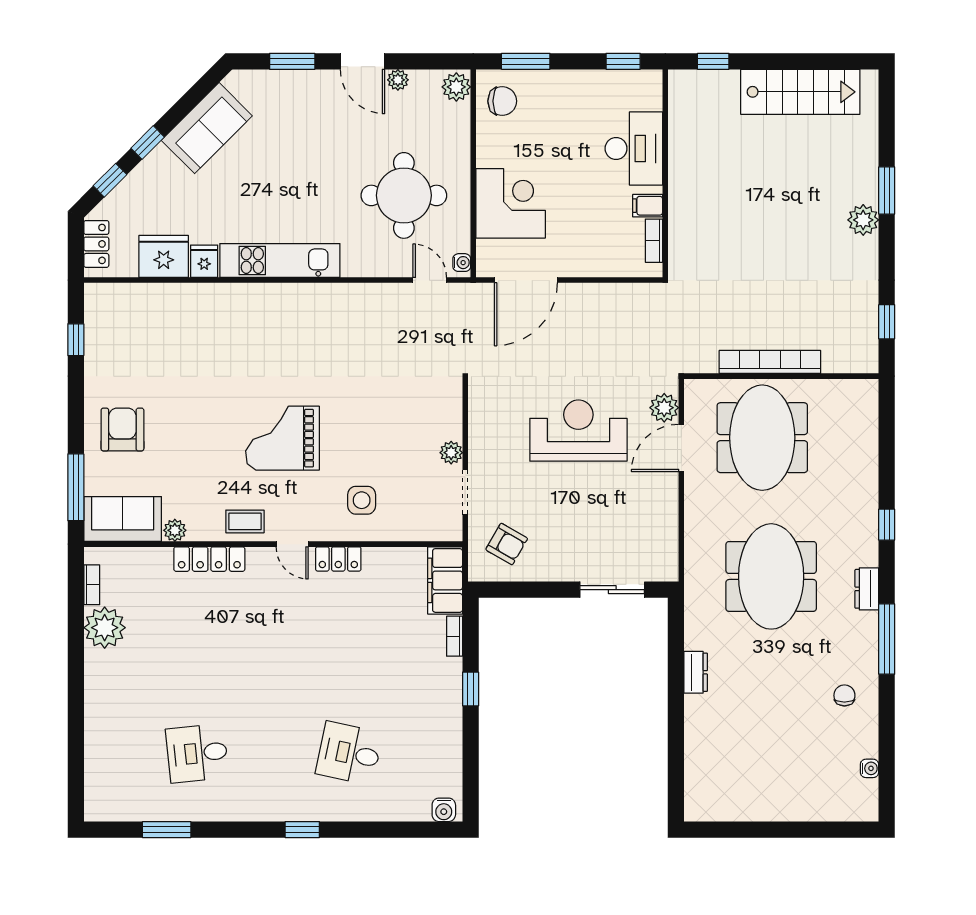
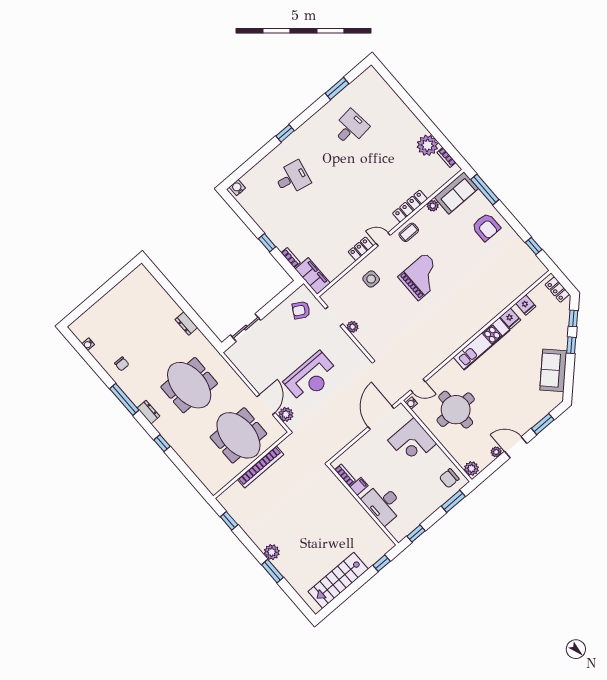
fridge: (164, 256) -> (526, 305), width x0.53, depth x0.75

